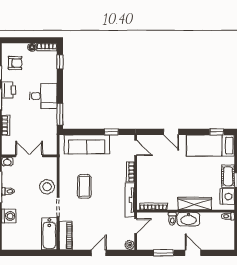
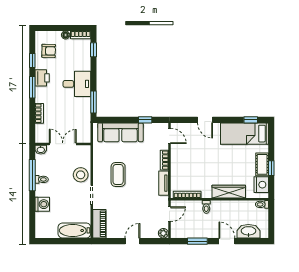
tv unit: (130, 200) -> (164, 183), width x0.71
washbasin: (188, 219) -> (248, 231), moved, turned 180
bathtub: (49, 234) -> (74, 230), moved, turned 90

